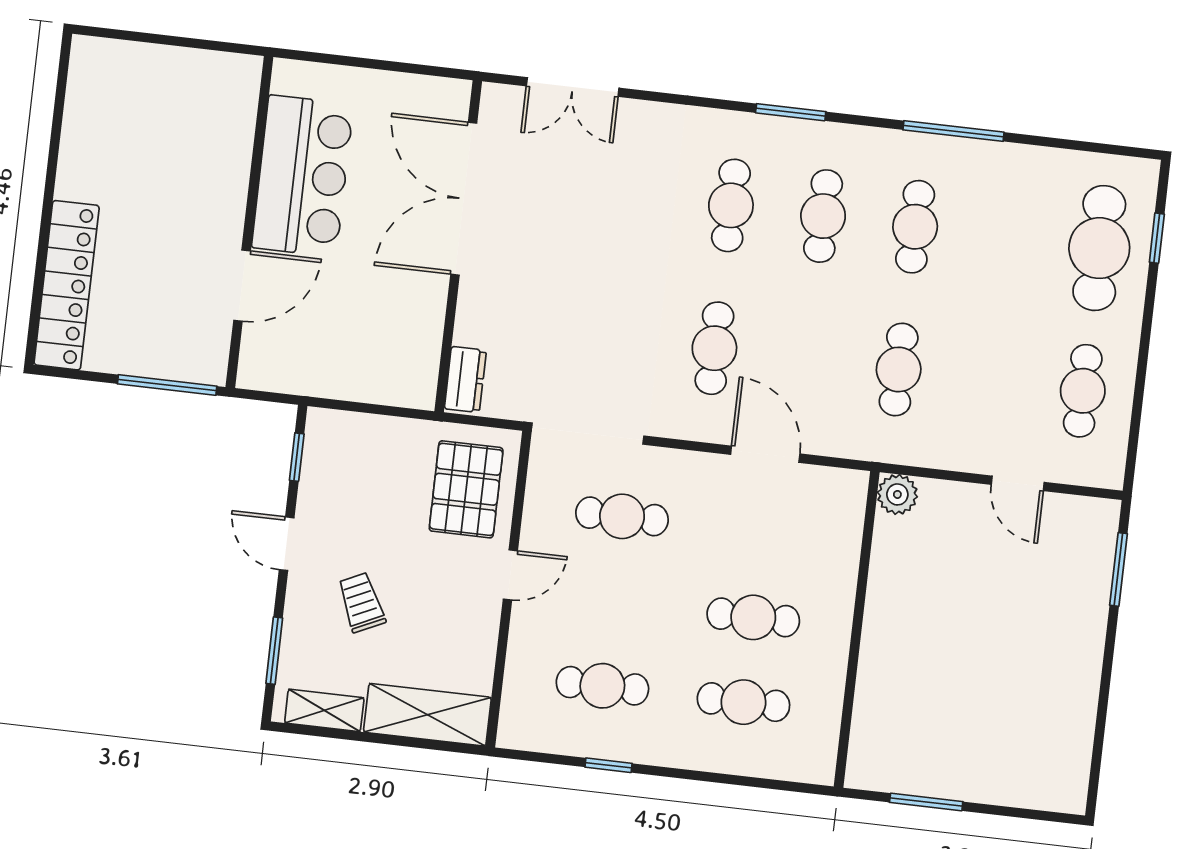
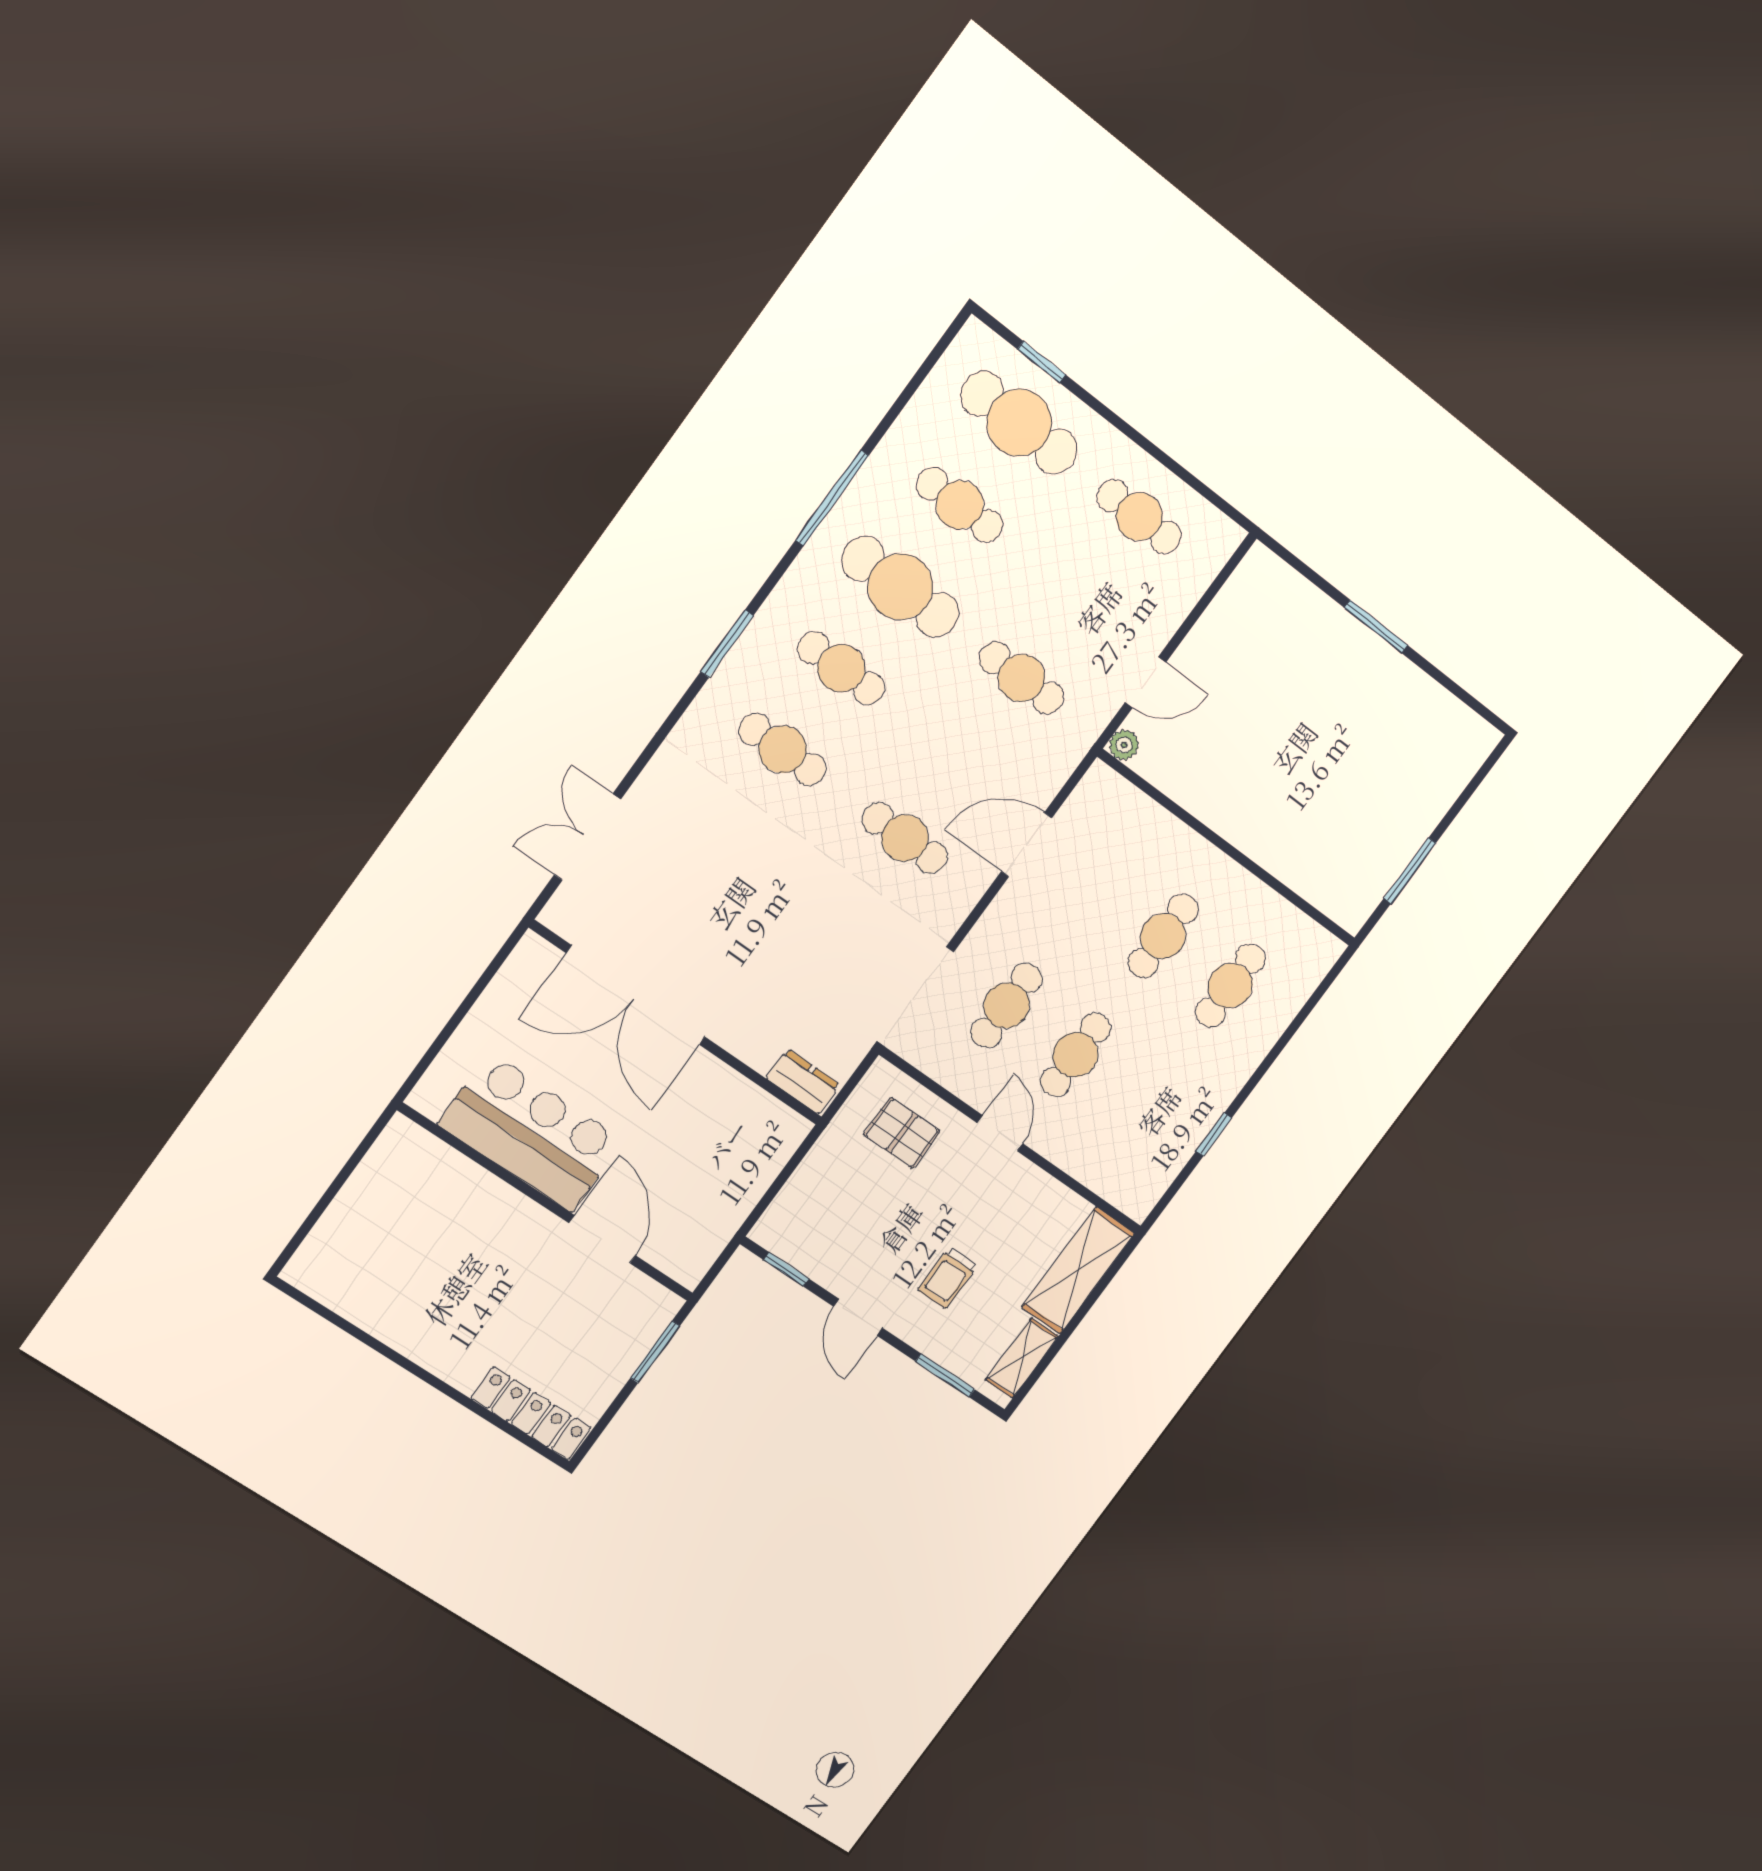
double door: (573, 87) -> (587, 837), swing flipped
cafe table: (915, 227) -> (900, 587), width x1.37, depth x1.35
cafe table: (1007, 237) -> (960, 505), added
locker: (67, 285) -> (531, 1413), width x0.71, depth x0.83
window: (167, 385) -> (655, 1352), width x0.69
door: (1018, 483) -> (1145, 682), moved
pallet: (466, 489) -> (902, 1133), width x0.67, depth x0.71
plant: (897, 494) -> (1124, 745), width x0.73, depth x0.73
door: (287, 544) -> (858, 1317), hinge flipped
window: (1118, 569) -> (1376, 627), moved
trolley: (361, 602) -> (948, 1278), turned -65
cafe table: (602, 686) -> (1075, 1055), moved

